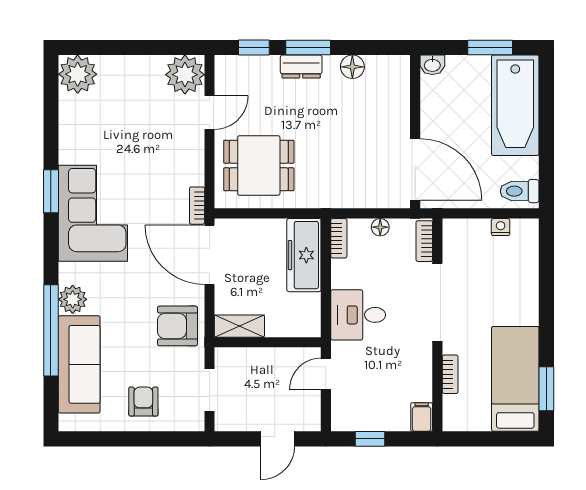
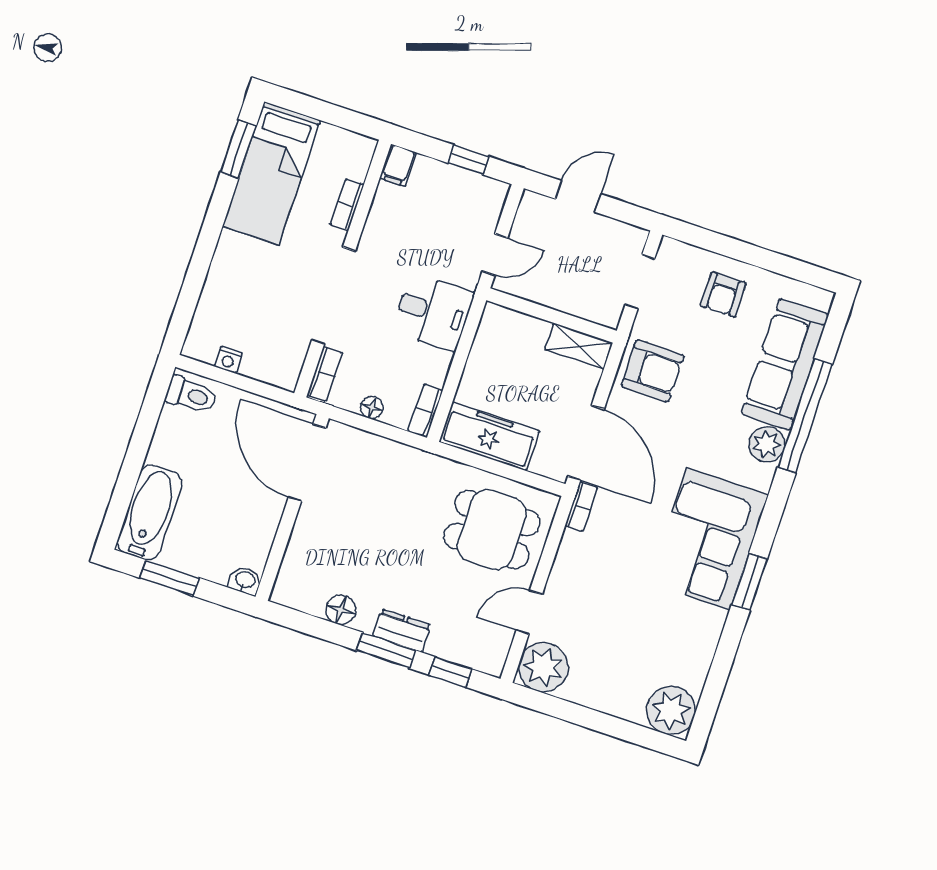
bathtub: (515, 105) -> (149, 513), width x0.73, depth x0.73
freezer: (304, 255) -> (489, 436), moved, turned -90

